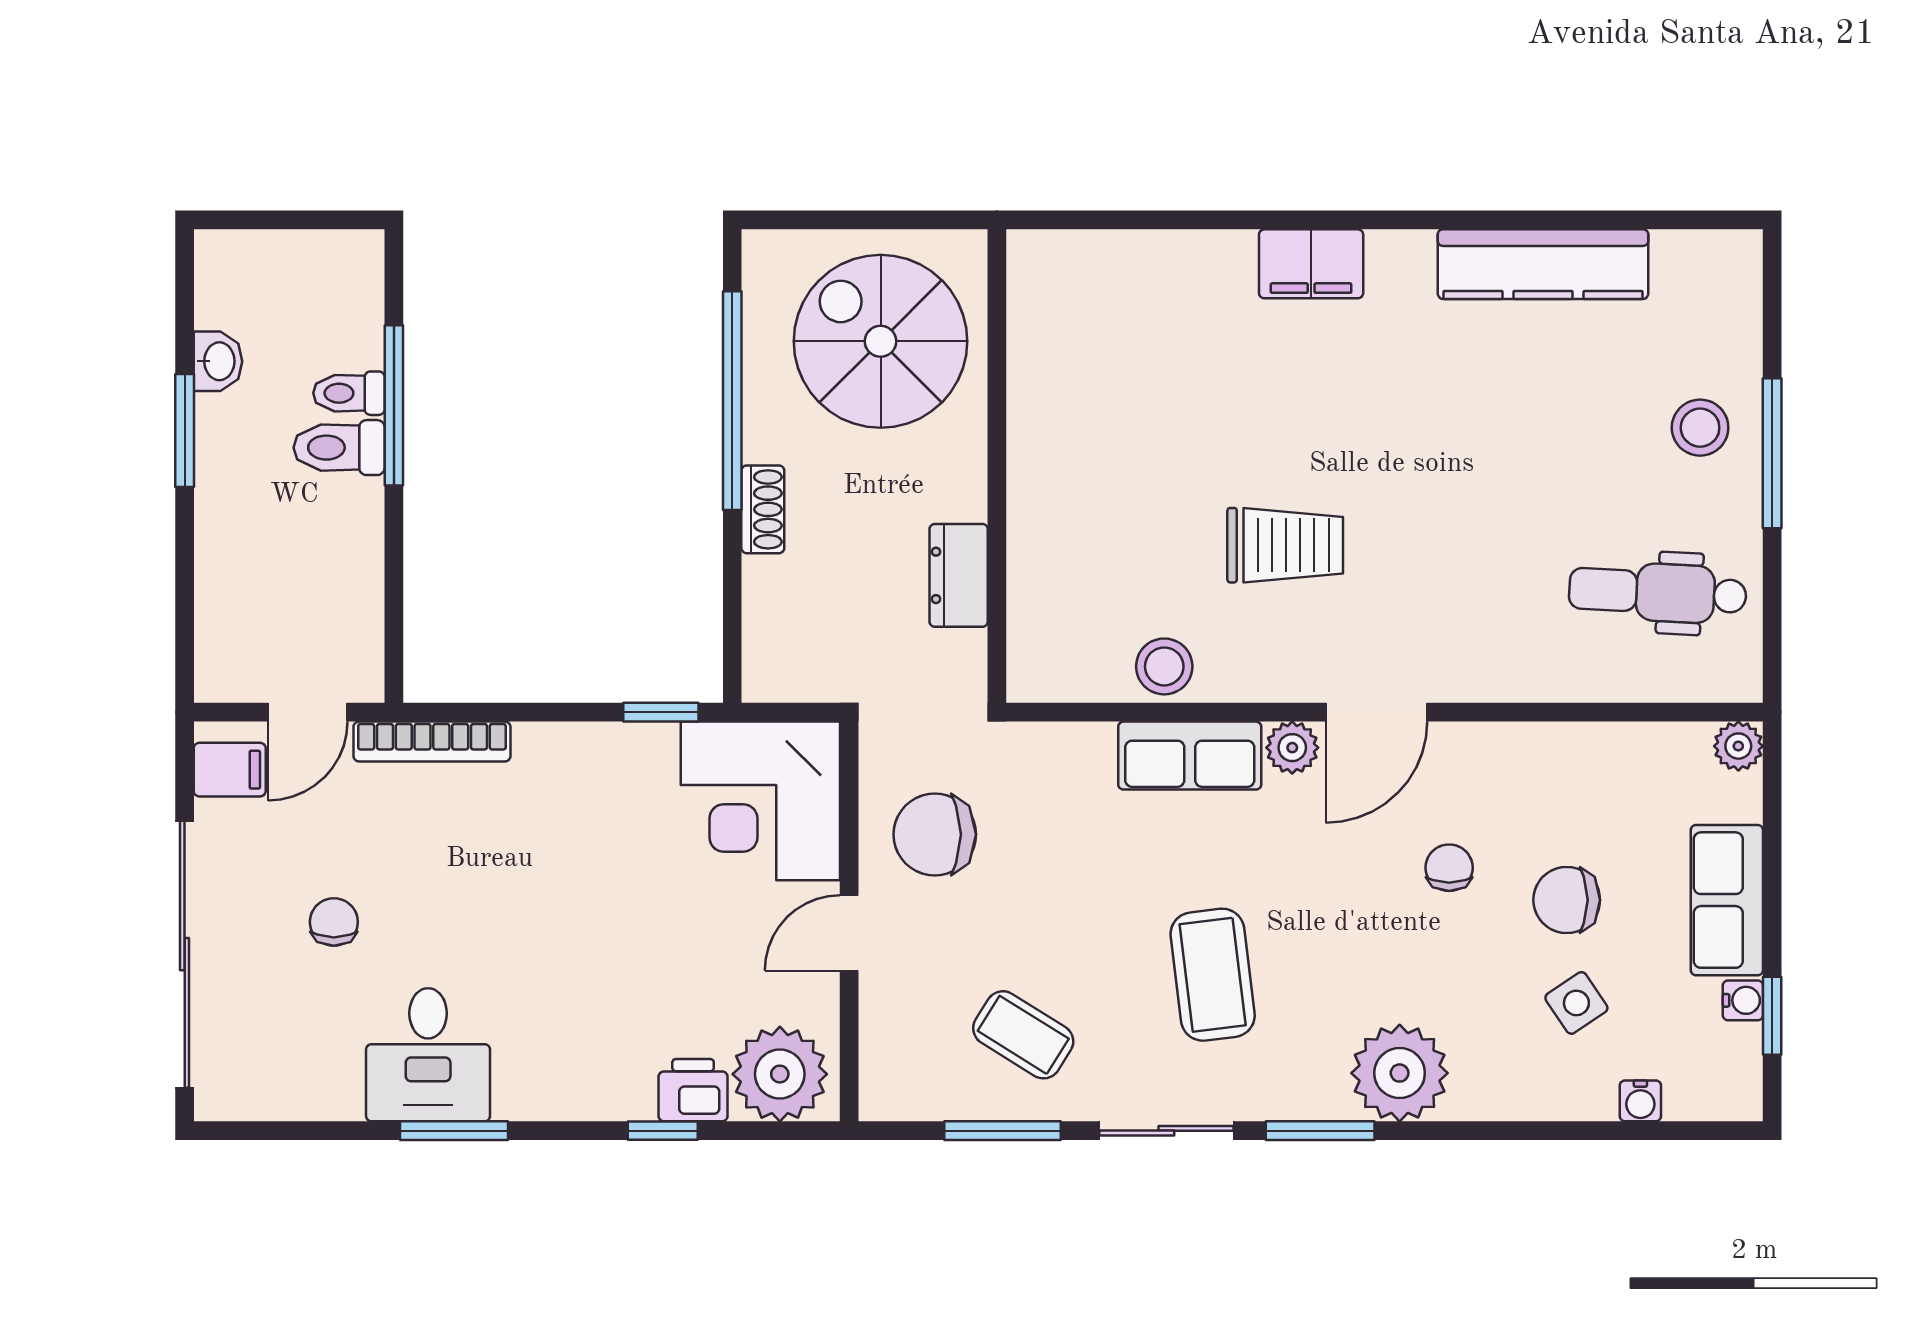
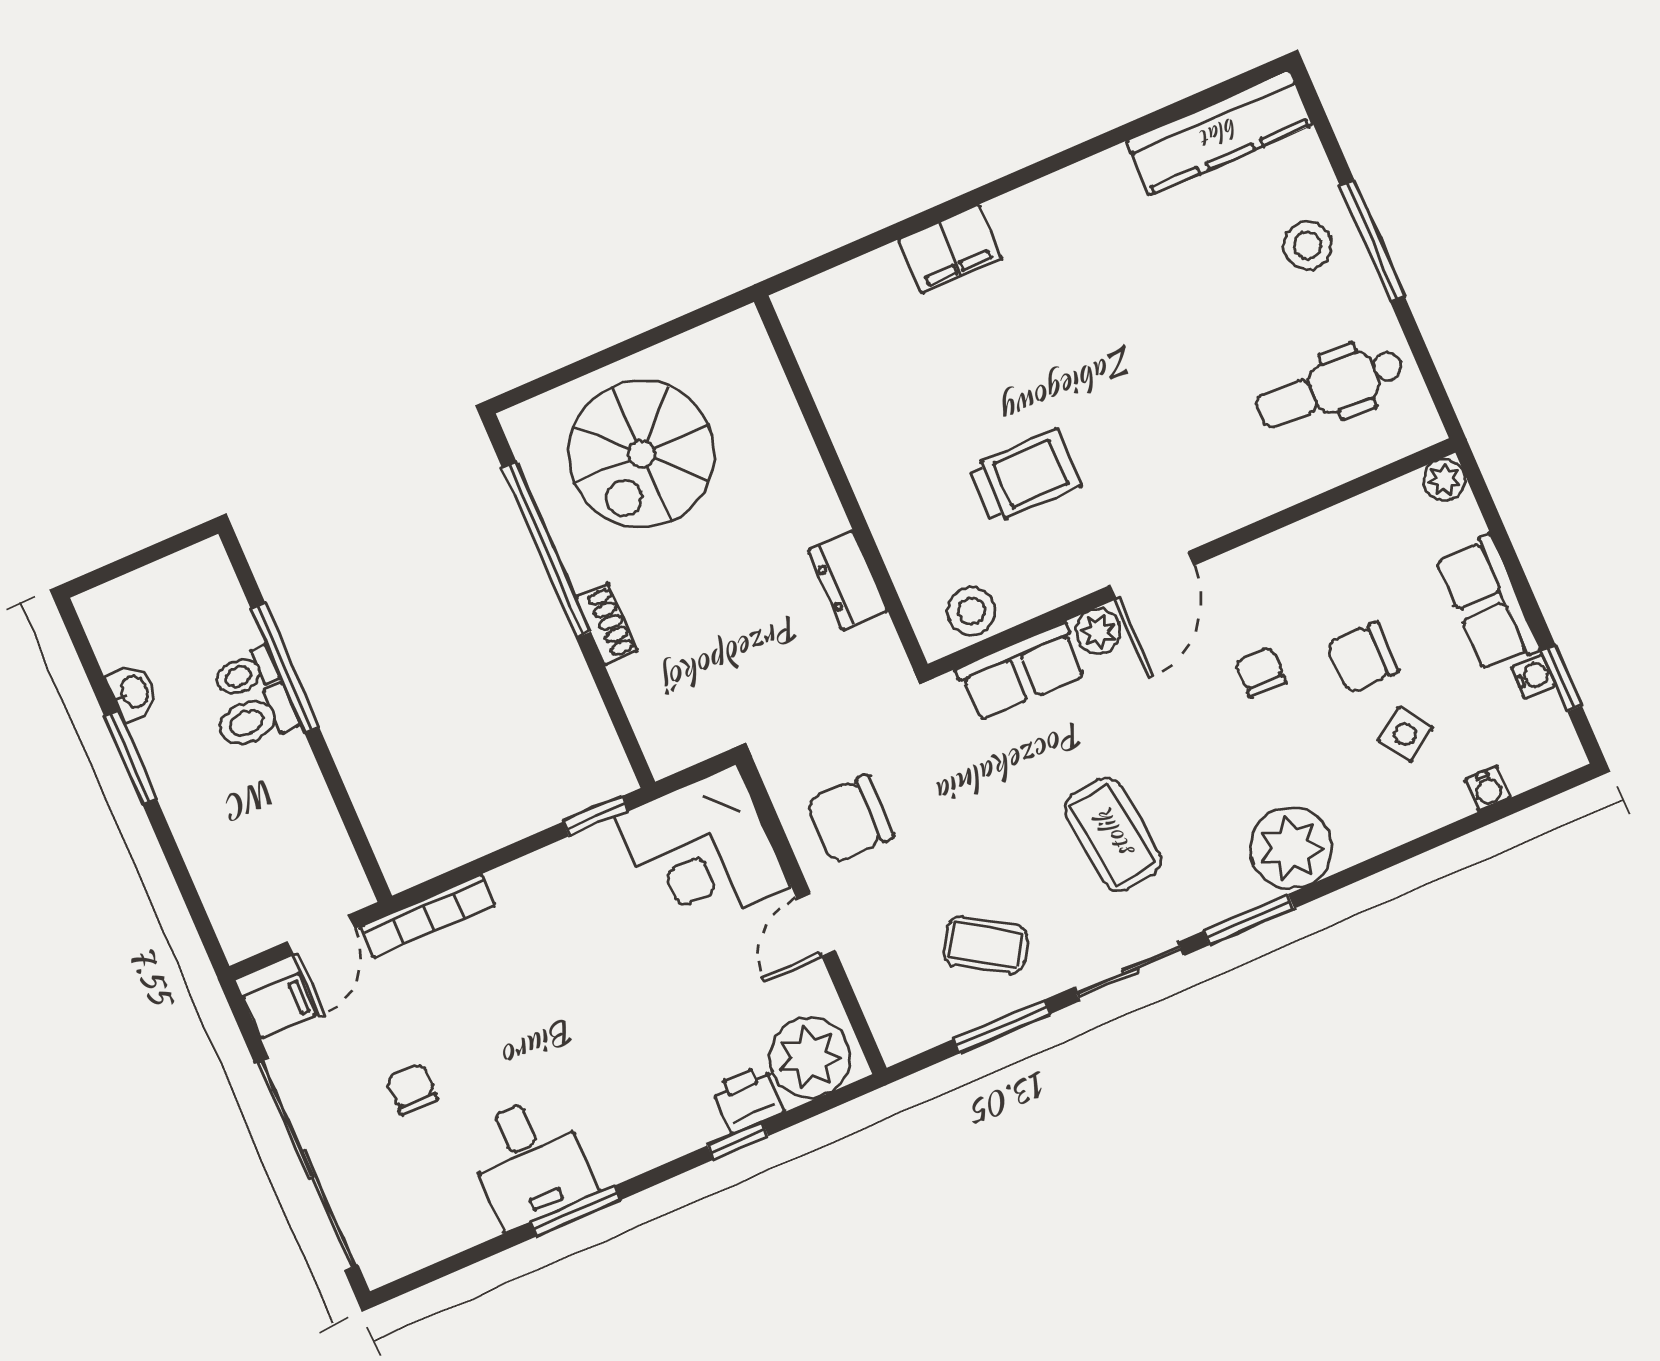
kitchen counter: (1543, 264) -> (1220, 133), moved
spiral stairs: (881, 341) -> (641, 454), turned -90
wall: (997, 466) -> (841, 483), moved
dresser: (959, 575) -> (848, 581), moved

